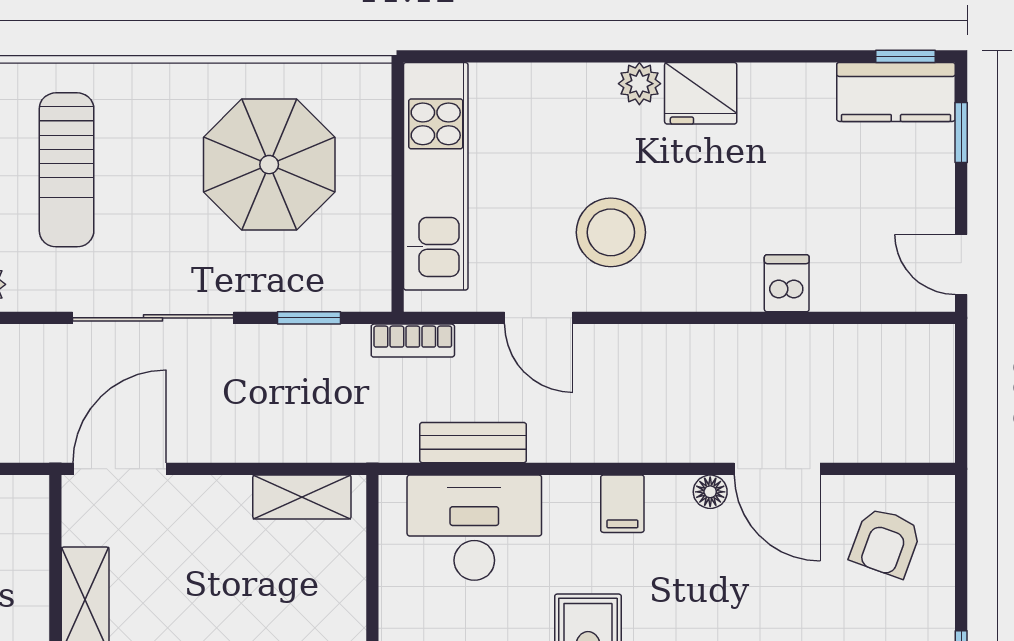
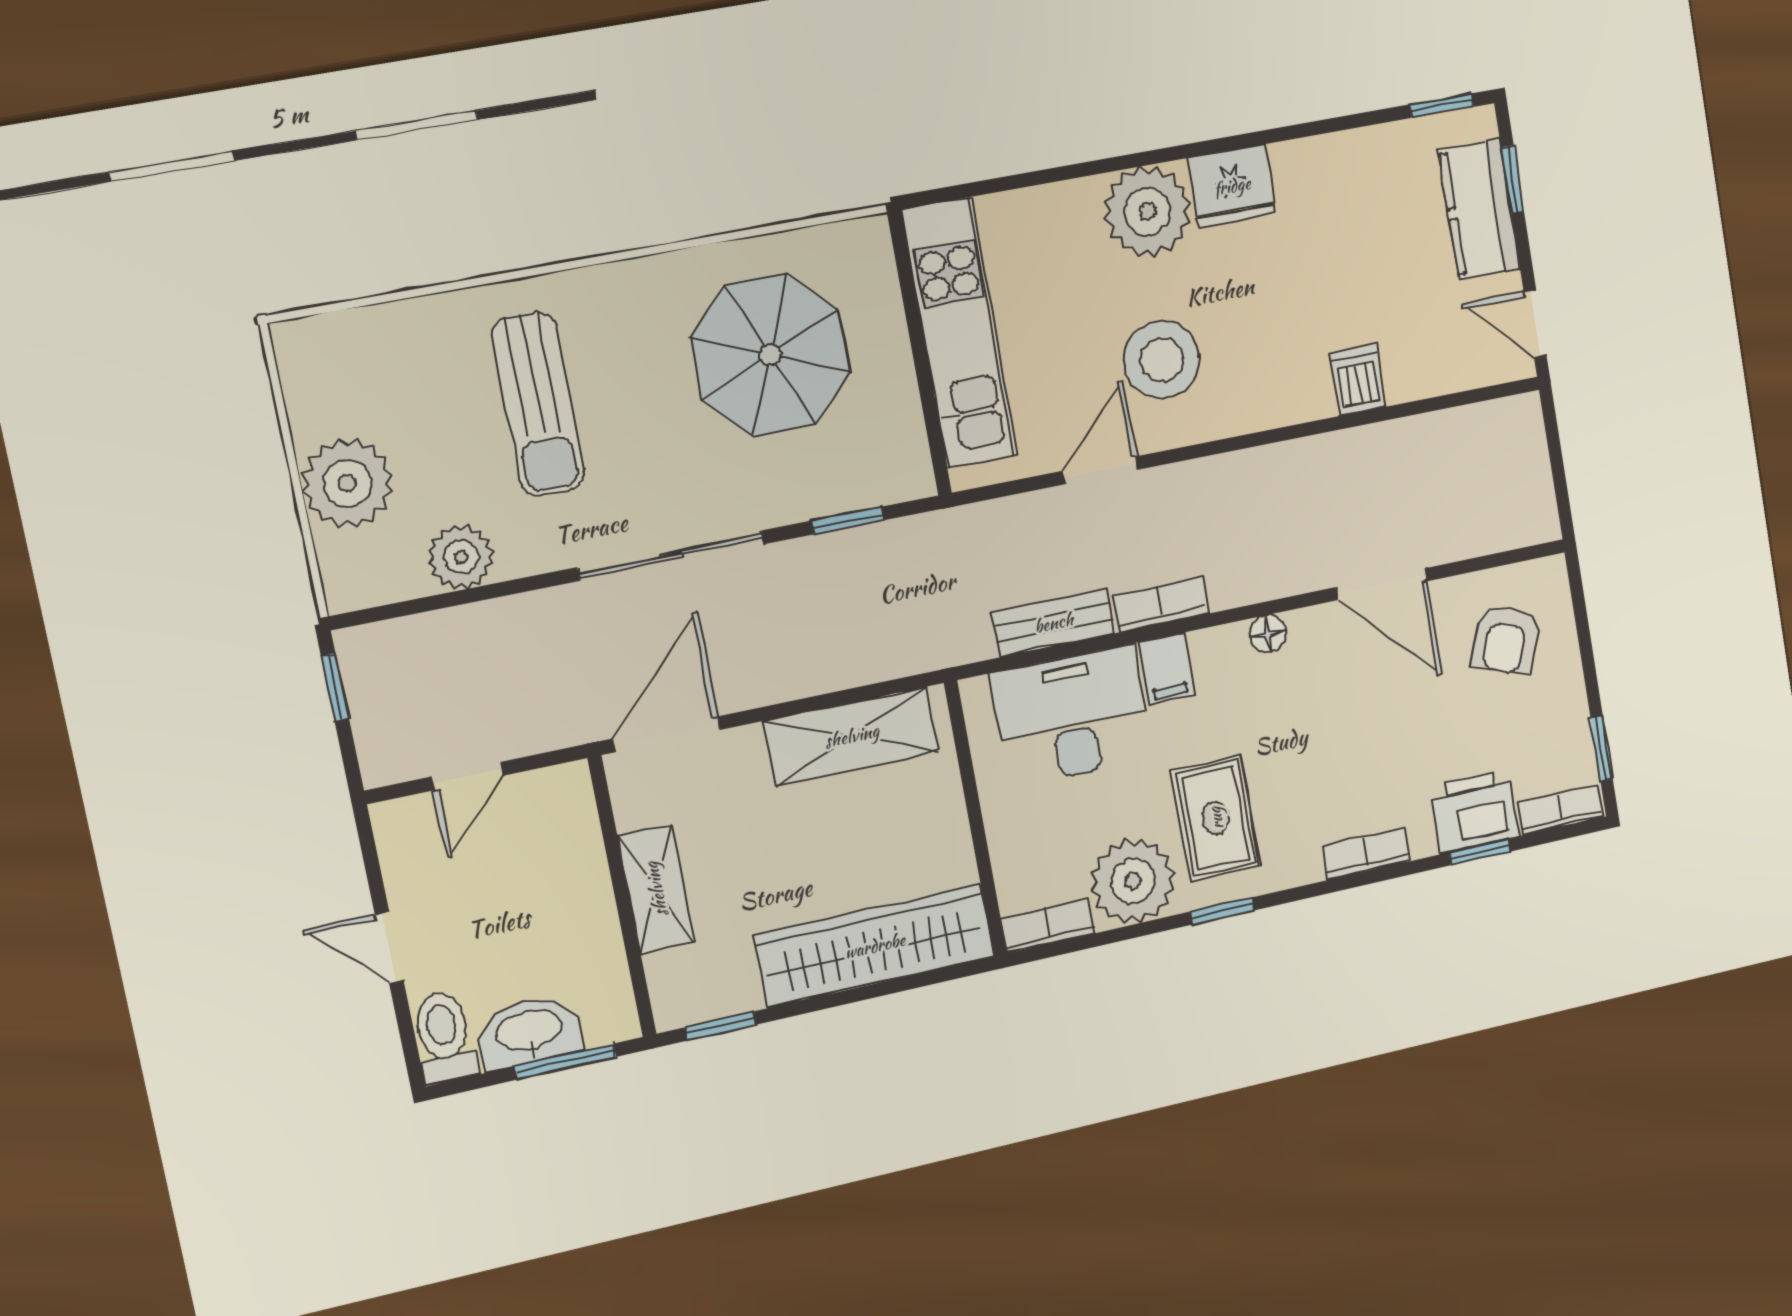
plant: (639, 84) -> (1148, 212), width x1.88, depth x1.88
kitchen counter: (896, 92) -> (1479, 209), moved, turned 90
door: (539, 318) -> (1100, 470), swing flipped
bookcase: (413, 341) -> (1161, 605), moved, turned 180
floor lamp: (710, 492) -> (1268, 634), moved
shelving: (302, 497) -> (852, 736), width x1.50, depth x1.33
filing cabinet: (622, 504) -> (1167, 669), moved

